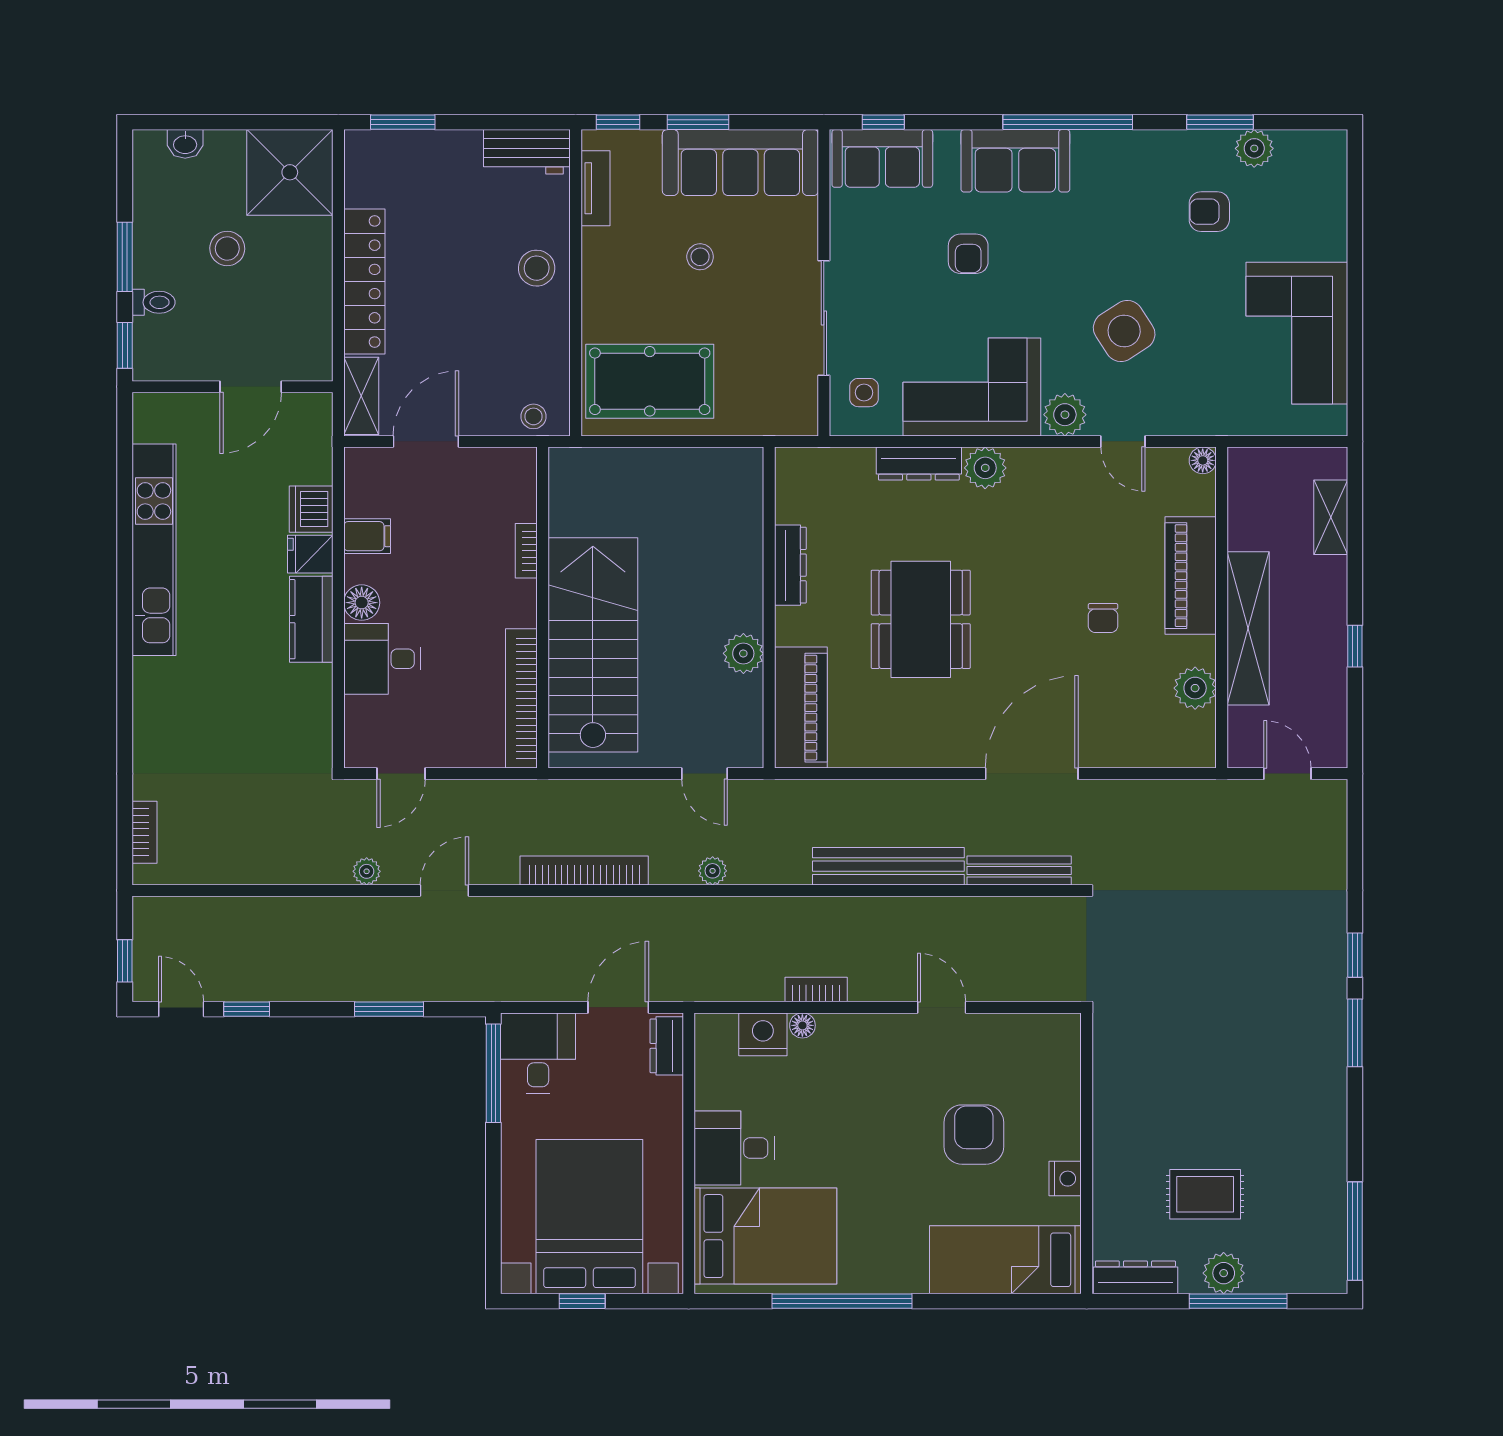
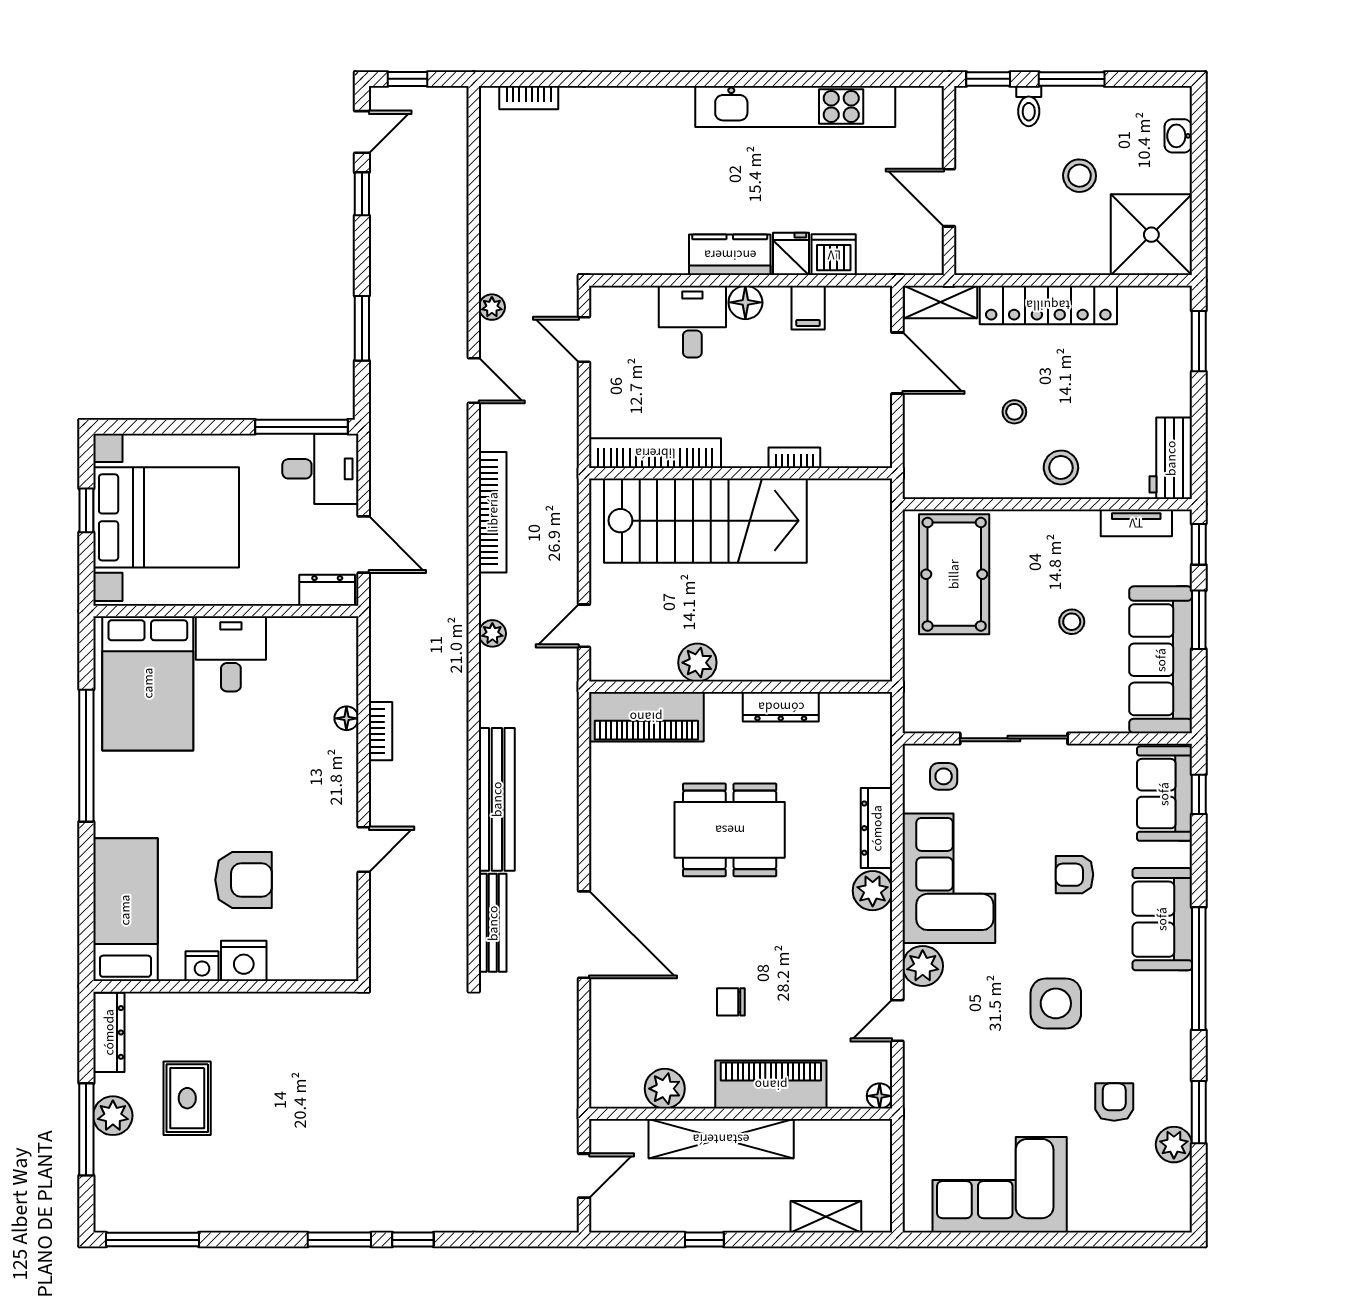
side table: (1124, 331) -> (1056, 1003), moved, turned 33
stool: (533, 416) -> (1014, 412), moved
nightstand: (763, 1034) -> (244, 961), moved, turned 90

